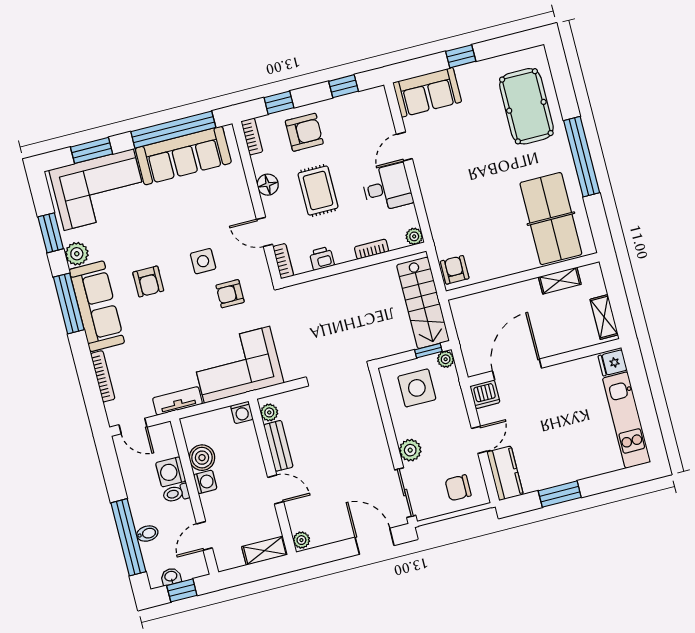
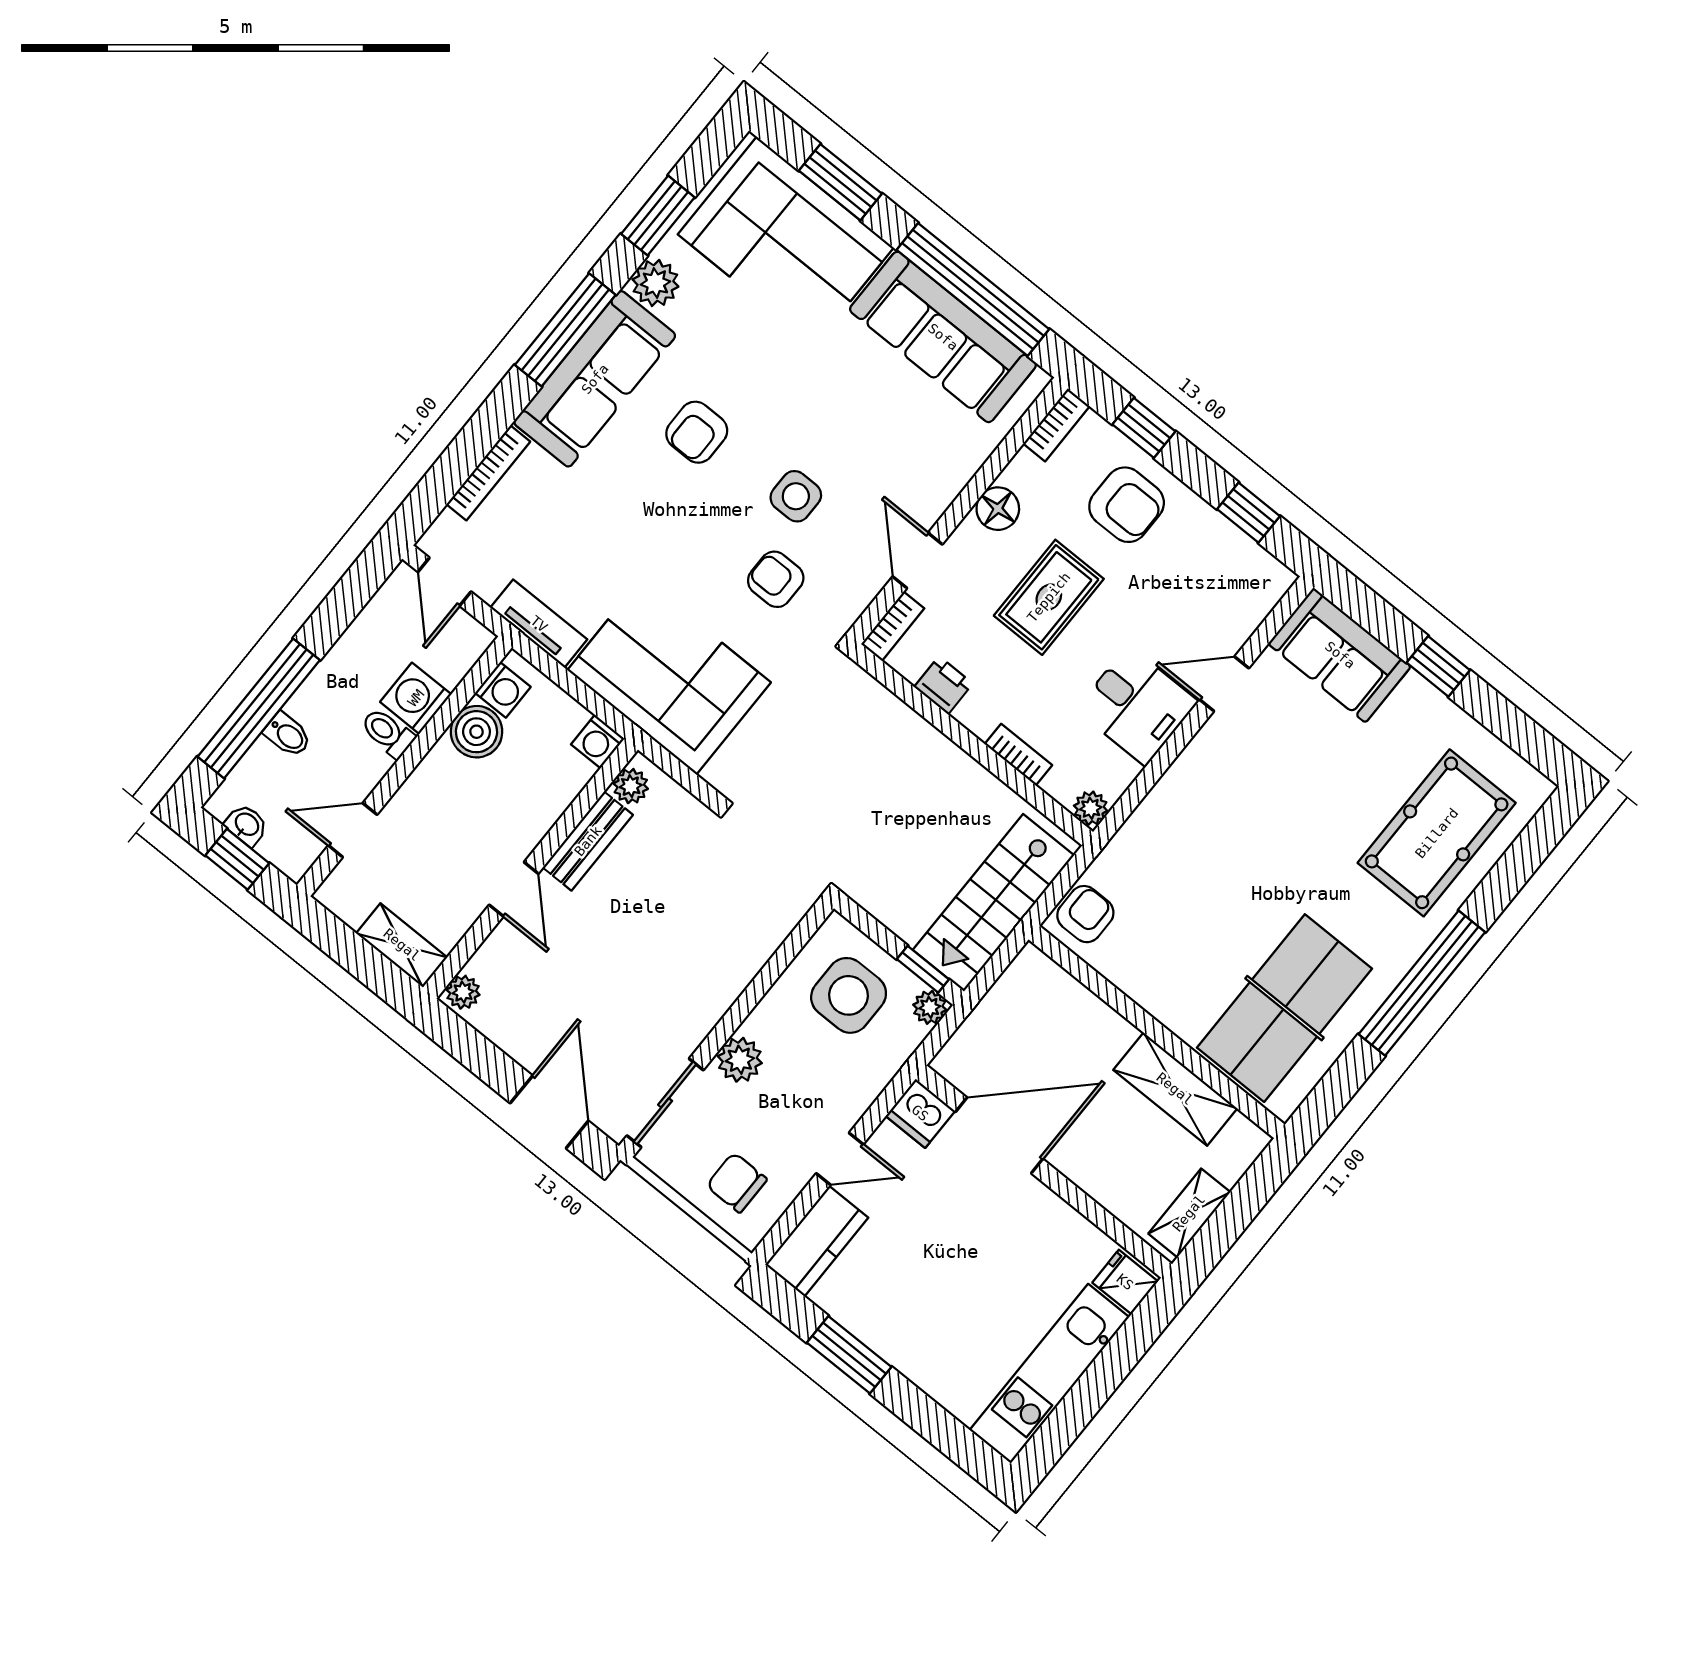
shelving: (560, 281) -> (1175, 1089), width x1.50, depth x1.33
washing machine: (205, 482) -> (503, 690), moved

